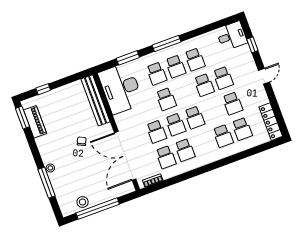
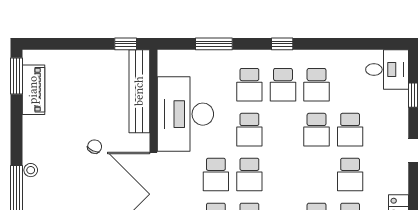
window: (167, 44) -> (282, 44), width x0.46
desk: (121, 88) -> (185, 114), moved
window: (43, 89) -> (126, 44), moved
school desk: (195, 117) -> (283, 175), removed

